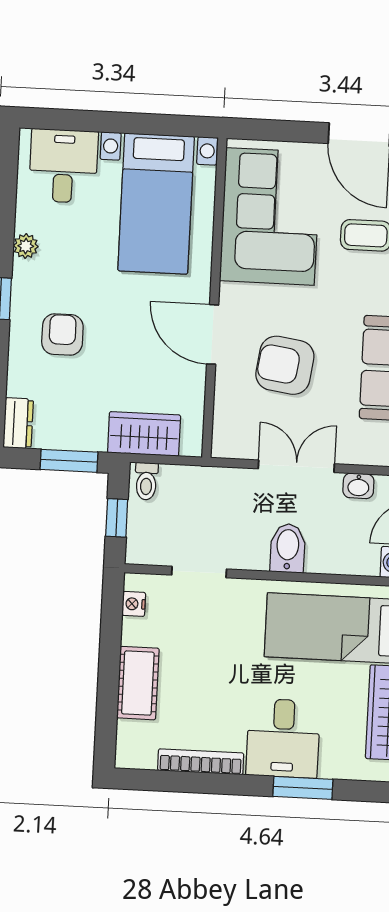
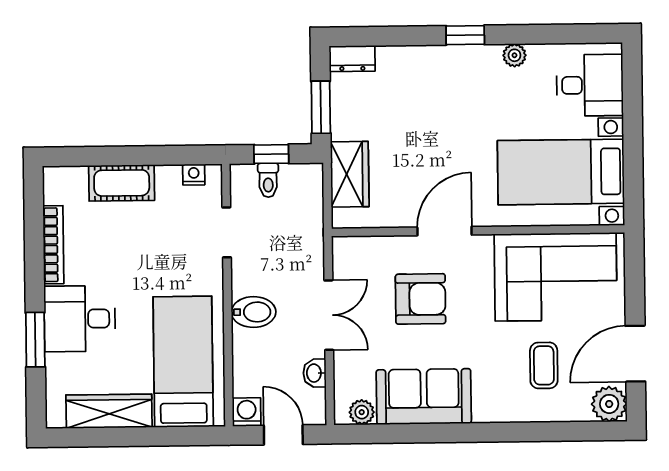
armchair: (62, 335) -> (436, 94), removed
armchair: (285, 365) -> (420, 299), turned 82
toilet: (146, 481) -> (268, 180), moved, turned -90

